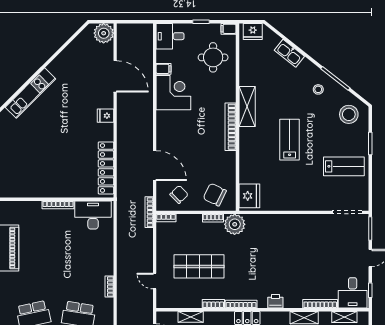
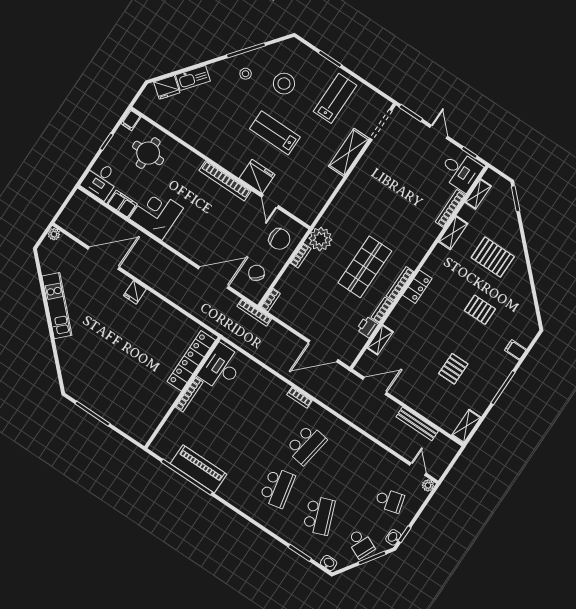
fridge: (253, 31) -> (167, 87), moved, turned 38
plant: (104, 33) -> (54, 234), width x0.53, depth x0.53
filing cabinet: (164, 69) -> (122, 204), width x2.00
kitchen unit: (30, 93) -> (57, 306), moved
shelving: (247, 106) -> (349, 152), moved, turned 90
stool: (349, 114) -> (284, 84), moved
locker: (106, 168) -> (191, 361), moved, turned 90
door: (237, 169) -> (270, 201), added
chair: (215, 195) -> (279, 239), turned -116
fridge: (249, 196) -> (257, 176), moved
shop shelf: (199, 266) -> (365, 267), moved
door: (155, 281) -> (323, 351), width x1.87
printer: (275, 301) -> (367, 327), moved

